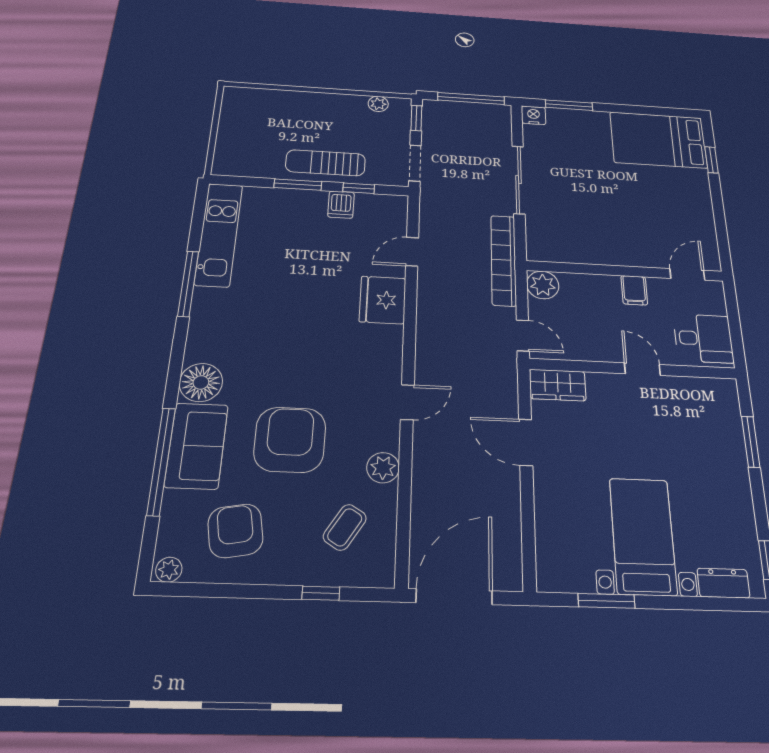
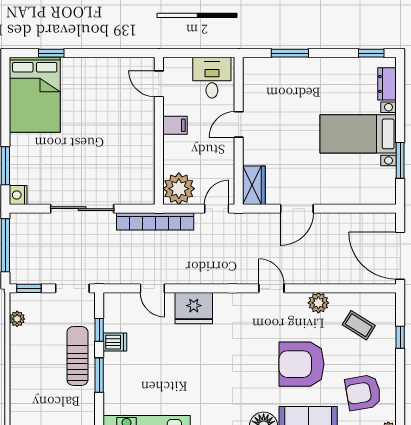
sun lounger: (326, 163) -> (77, 356), turned 180
plant: (543, 285) -> (179, 189), width x1.36, depth x1.36

